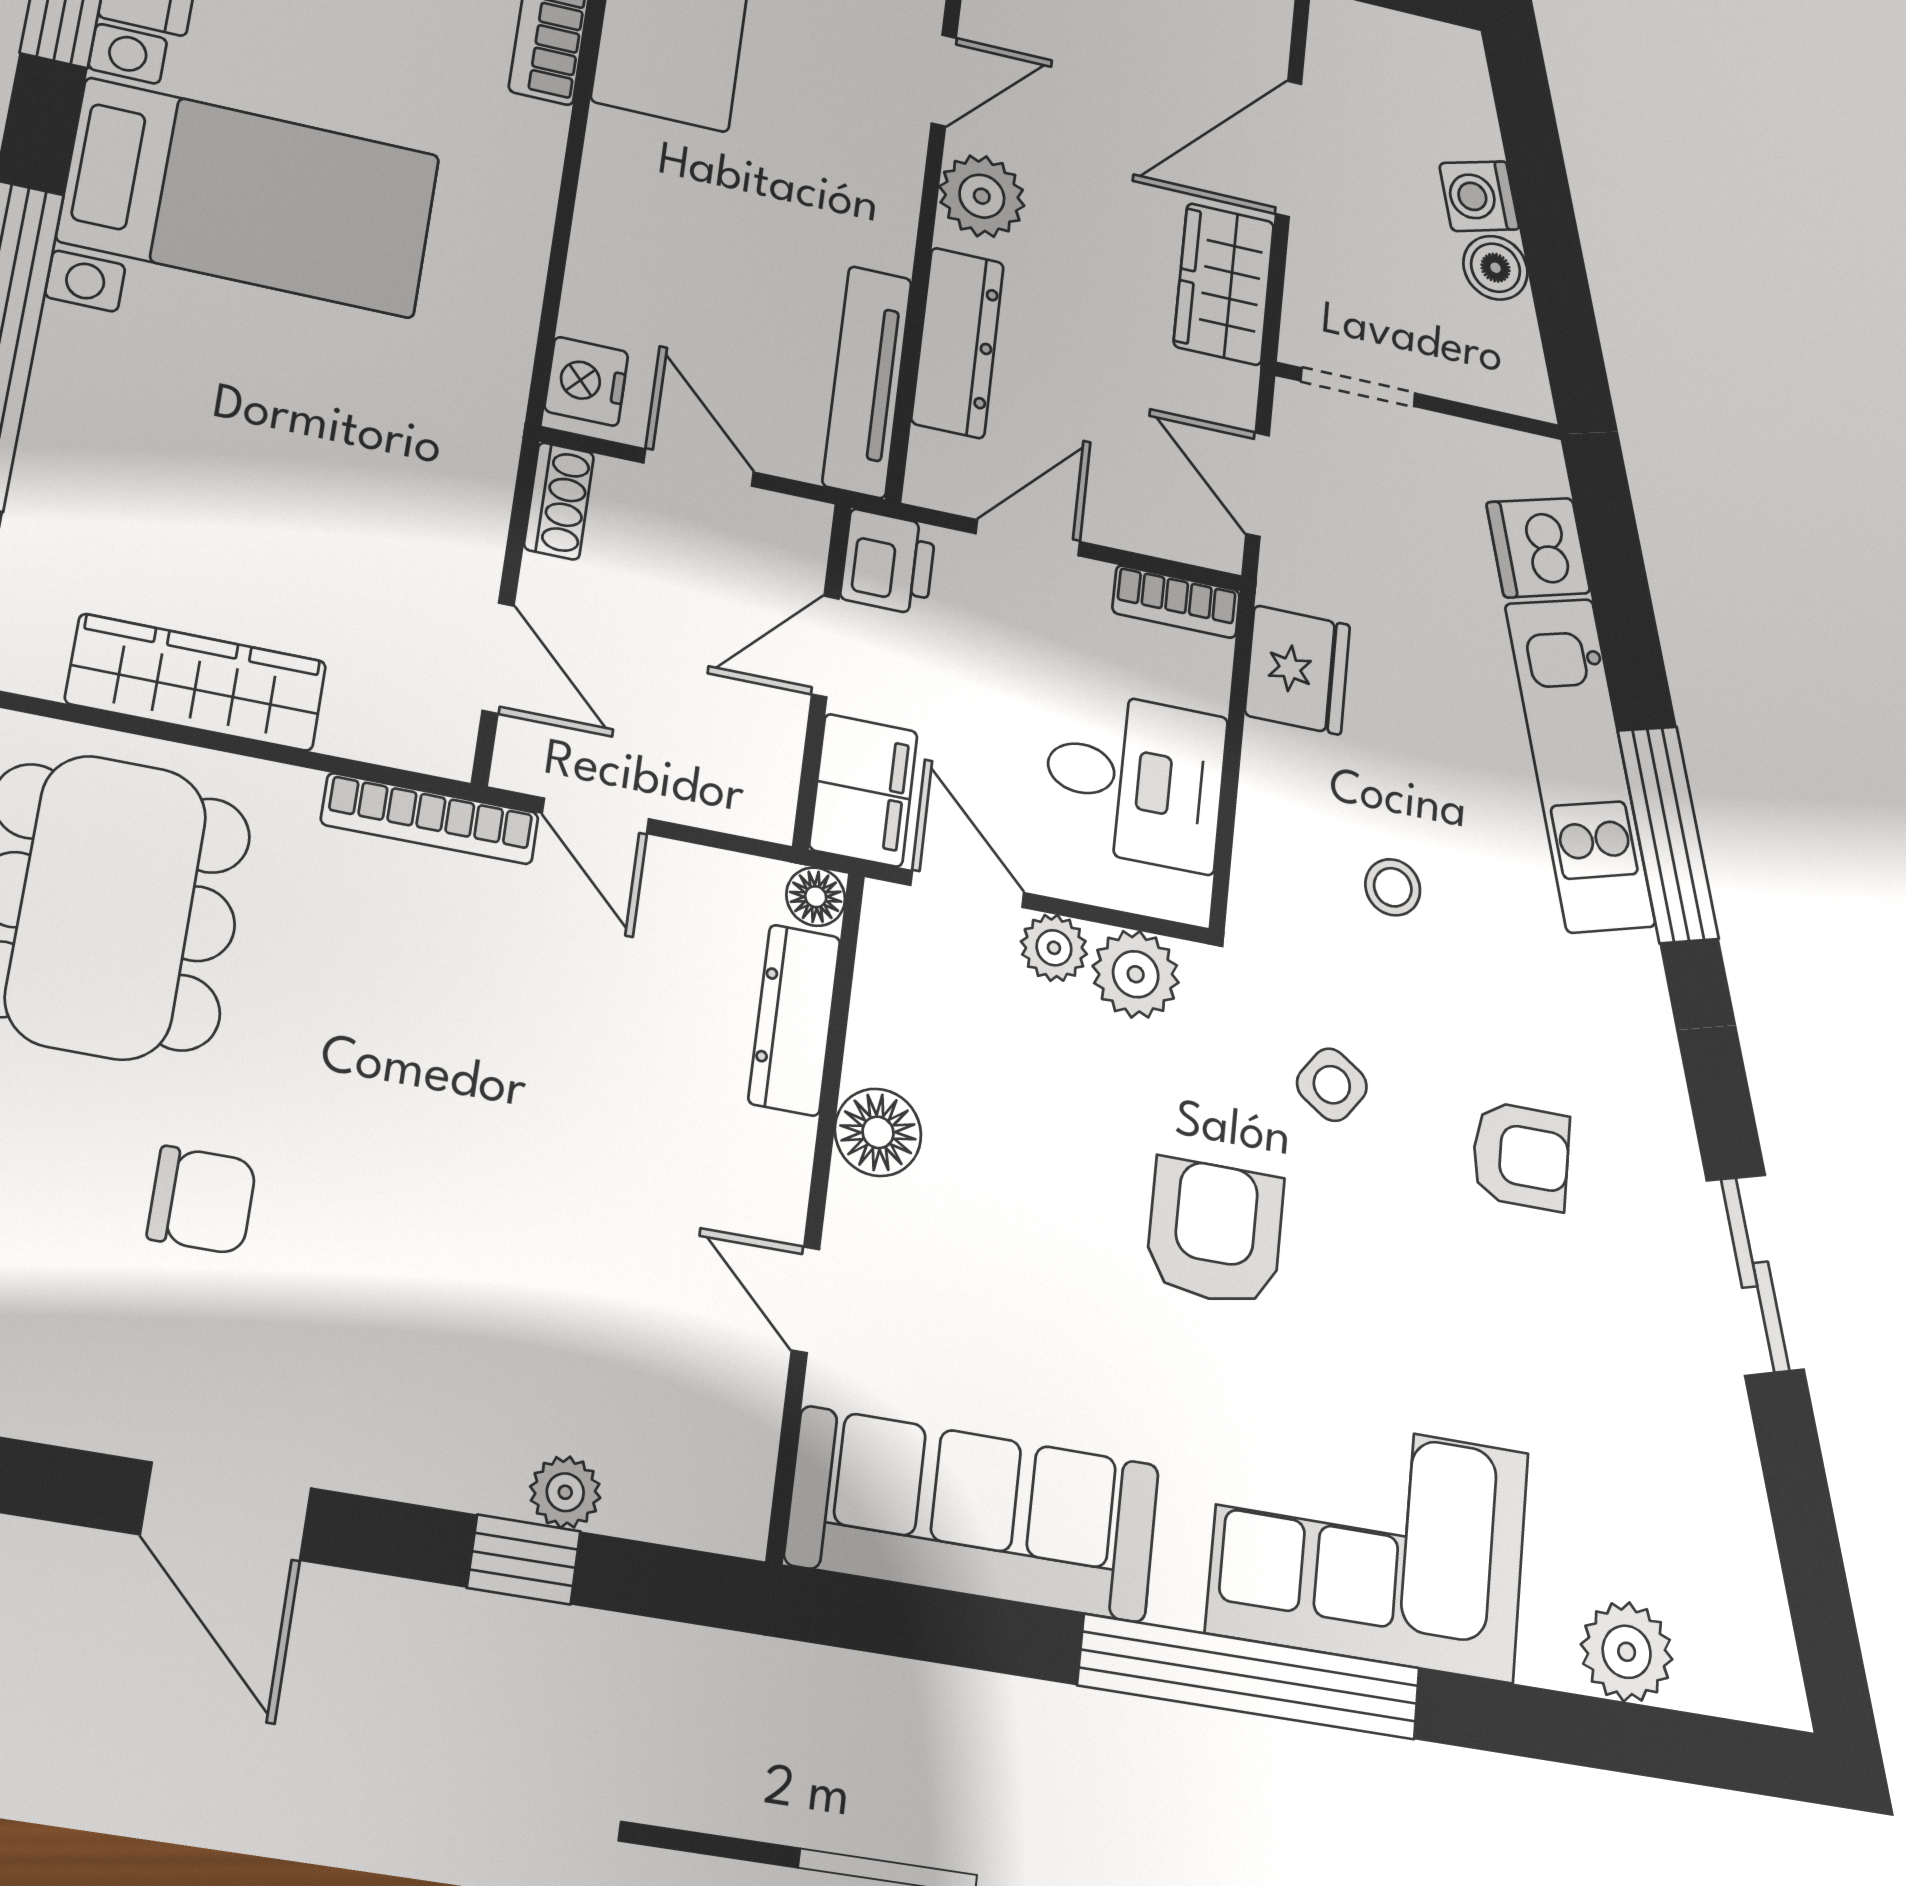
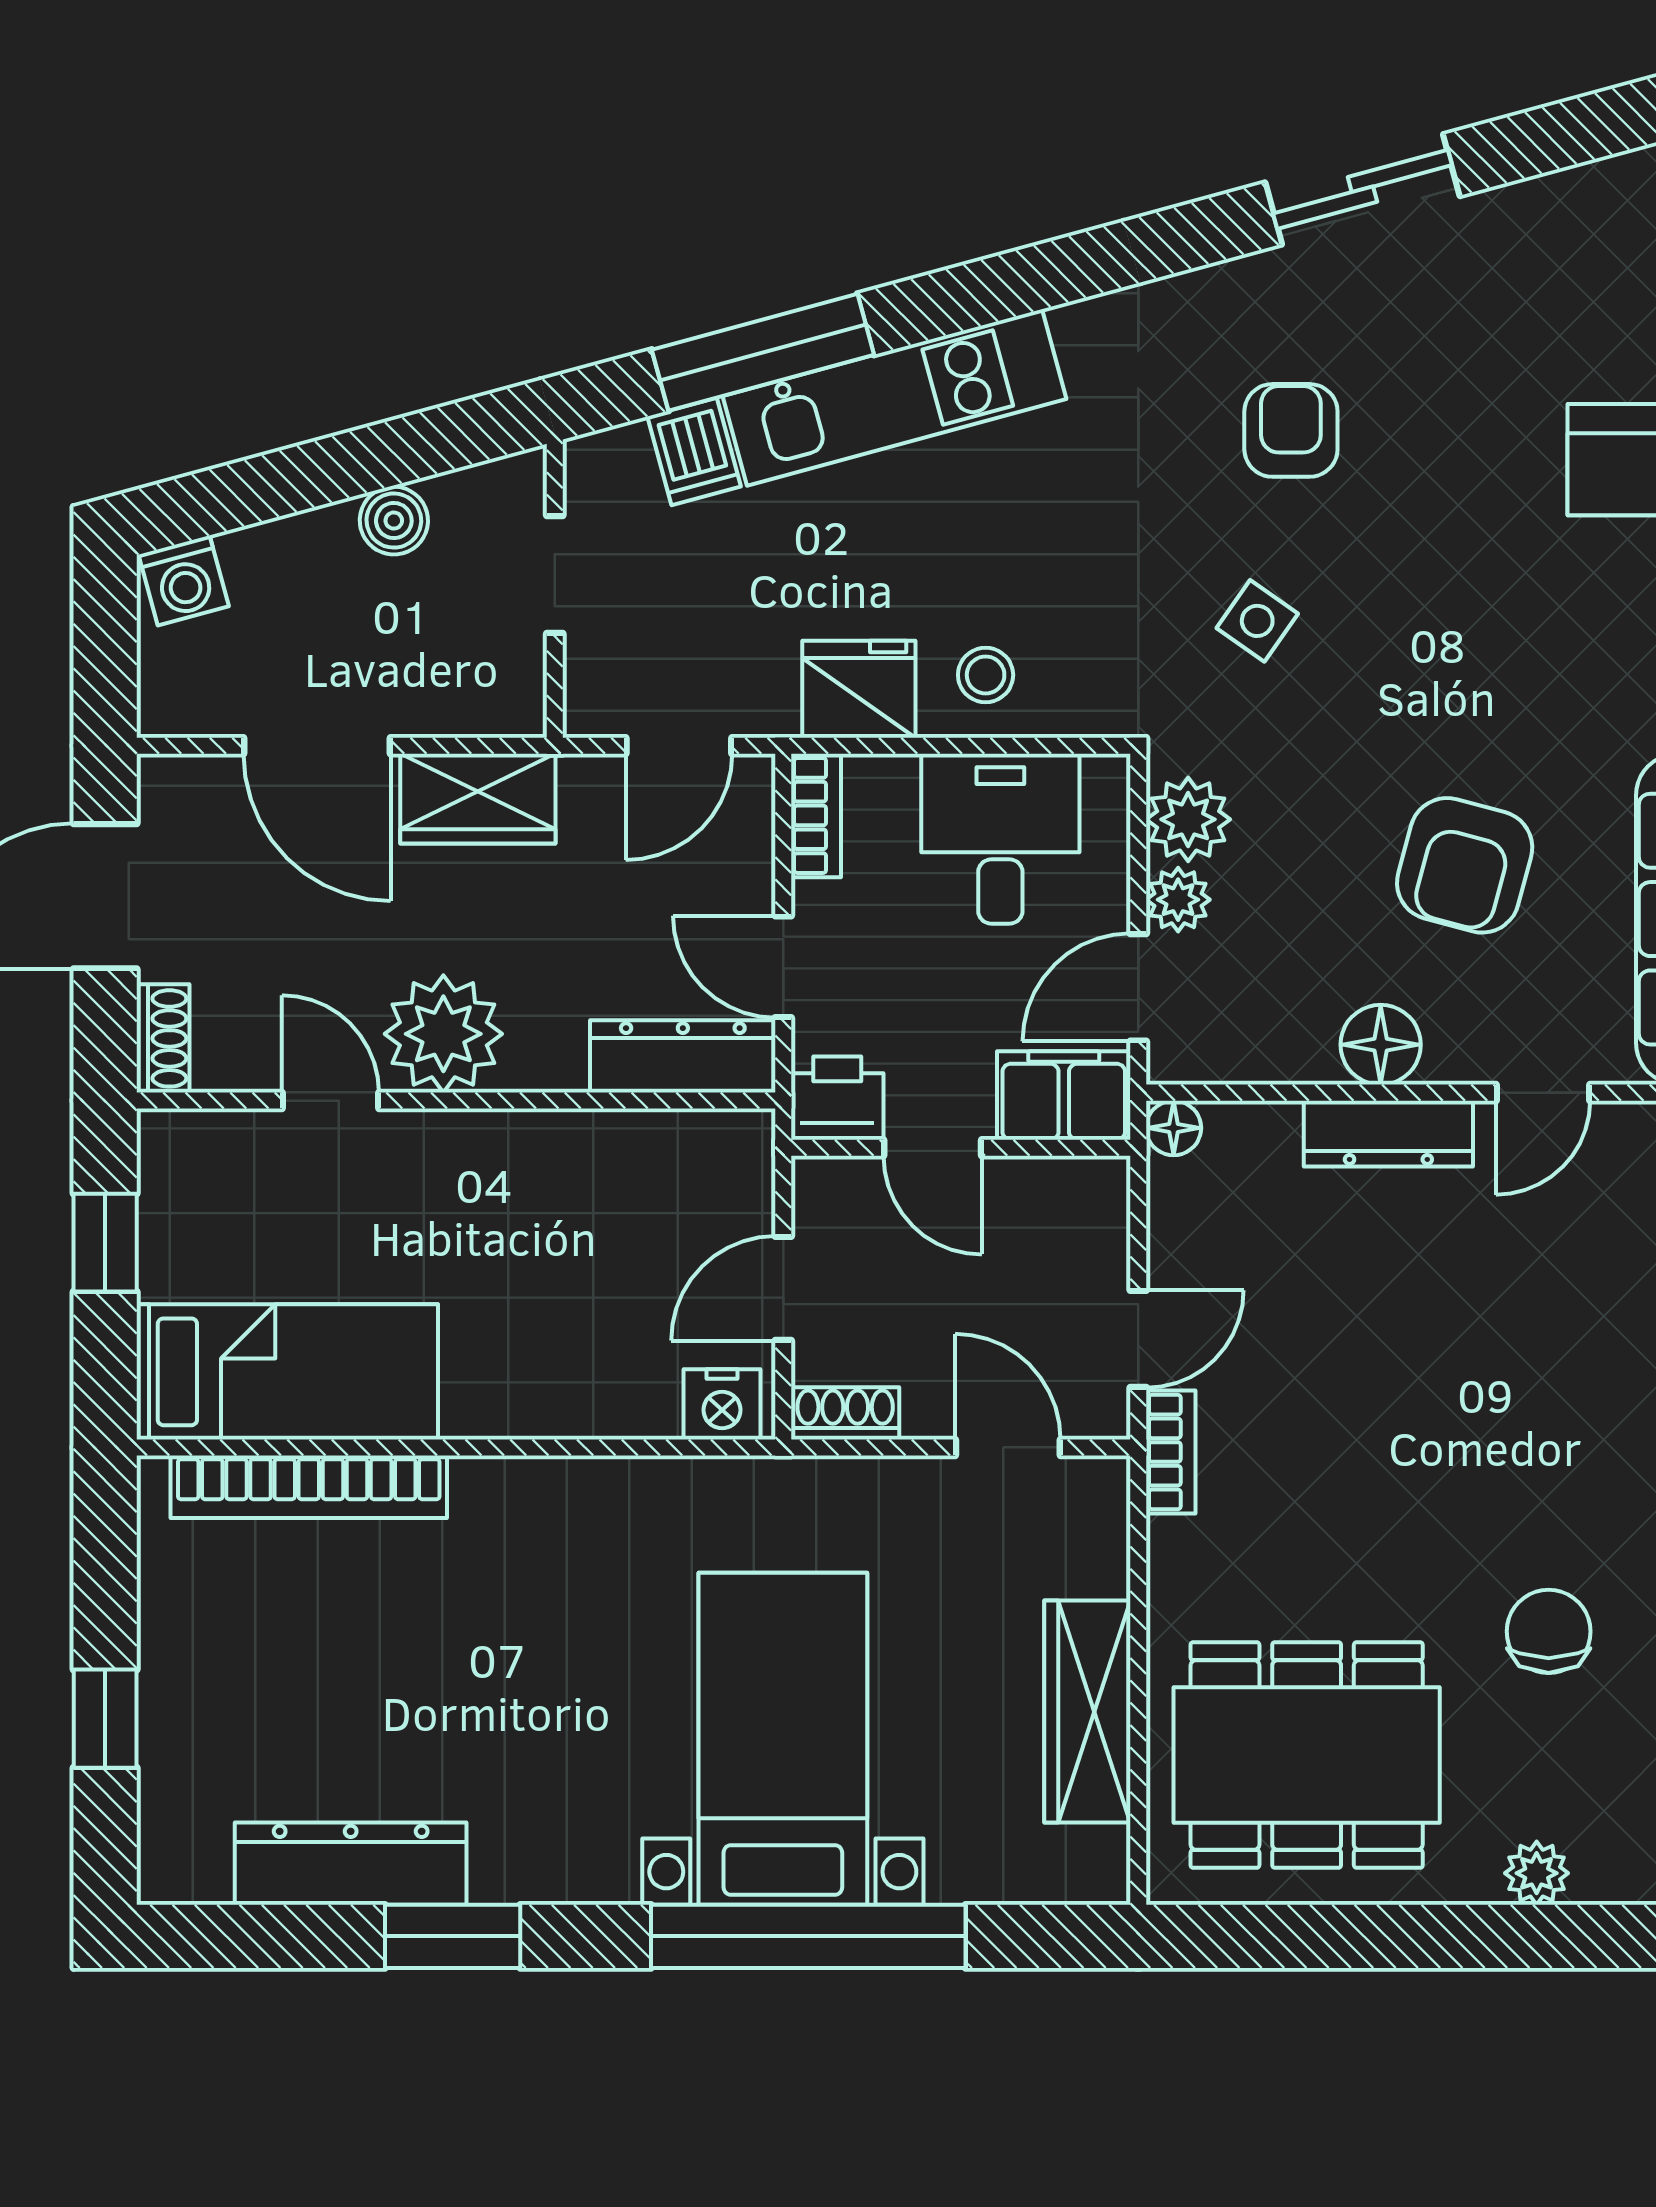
plant: (982, 196) -> (443, 1034), width x1.36, depth x1.36
washing machine: (1479, 196) -> (184, 581), moved
bed with nightstands: (250, 198) -> (783, 1739), moved
dresser: (958, 343) -> (683, 1056), moved
tv unit: (867, 382) -> (661, 1139), removed
doorway: (1358, 387) -> (555, 575), moved
dishwasher: (1538, 548) -> (694, 451), width x0.73
door: (498, 658) -> (1008, 1447), hinge flipped
bookcase: (430, 819) -> (1171, 1452), width x0.64
window: (1668, 834) -> (763, 352), moved
stool: (1393, 887) -> (986, 675), moved
dresser: (794, 1020) -> (1388, 1134), moved
armchair: (1215, 1232) -> (1465, 865), moved, turned -75

